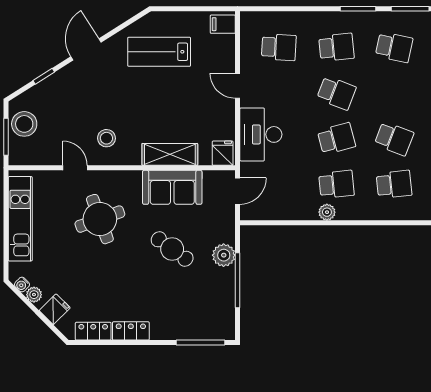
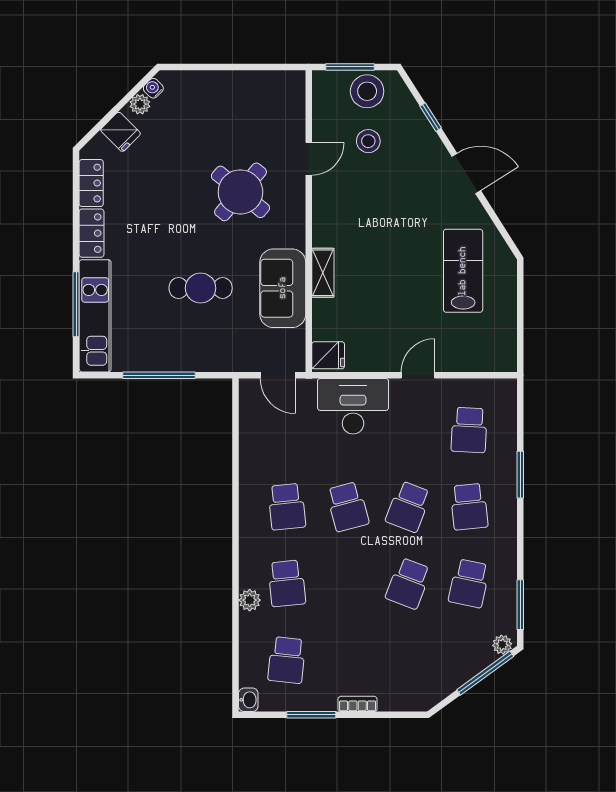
window: (358, 9) -> (520, 475), moved
filing cabinet: (223, 24) -> (500, 356), removed
stool: (106, 138) -> (368, 141), moved
school desk: (394, 139) -> (408, 583), moved
shelving: (170, 154) -> (323, 273), width x0.67, depth x0.75
plant: (327, 212) -> (250, 600), moved
kitchen unit: (20, 219) -> (95, 316), moved, turned -90
round table: (100, 219) -> (240, 192), turned -30
cafe table: (172, 249) -> (201, 288), turned 54
plant: (224, 255) -> (192, 357), removed
window: (201, 343) -> (76, 304), moved

